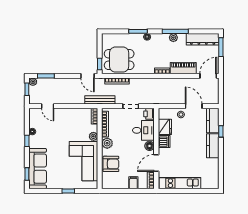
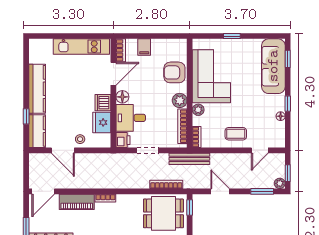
door: (87, 76) -> (220, 191), moved
door: (48, 106) -> (260, 150), swing flipped
coffee table: (65, 119) -> (236, 134), added
kitchen counter: (213, 146) -> (37, 89), width x1.50

